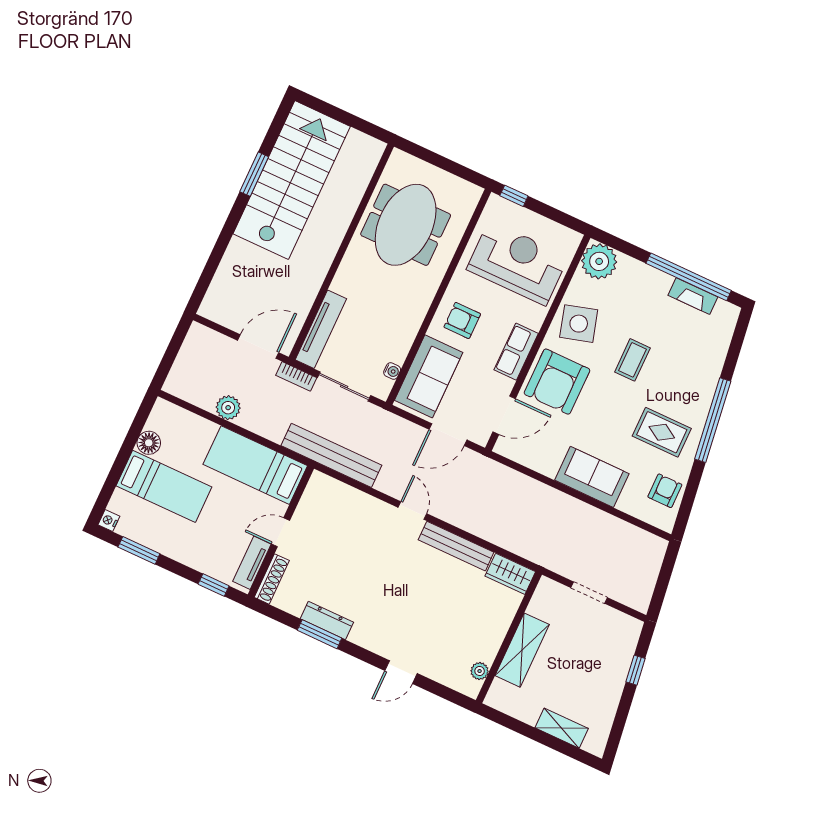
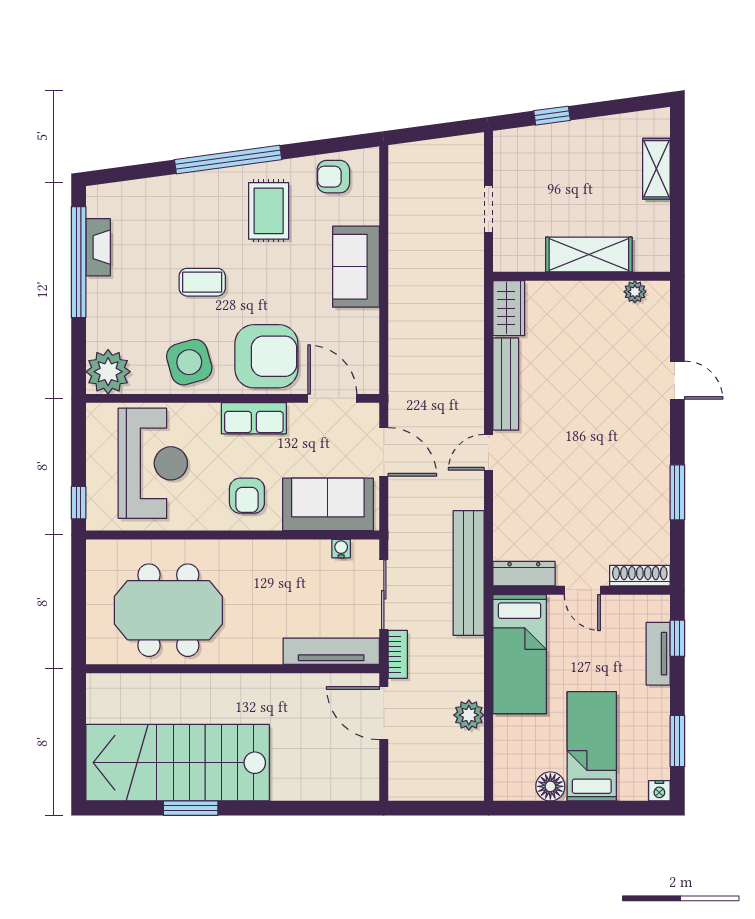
reception desk: (517, 263) -> (153, 463), turned 180
tv unit: (252, 563) -> (658, 654), moved, turned 90
dresser: (327, 620) -> (524, 574), moved, turned 90

